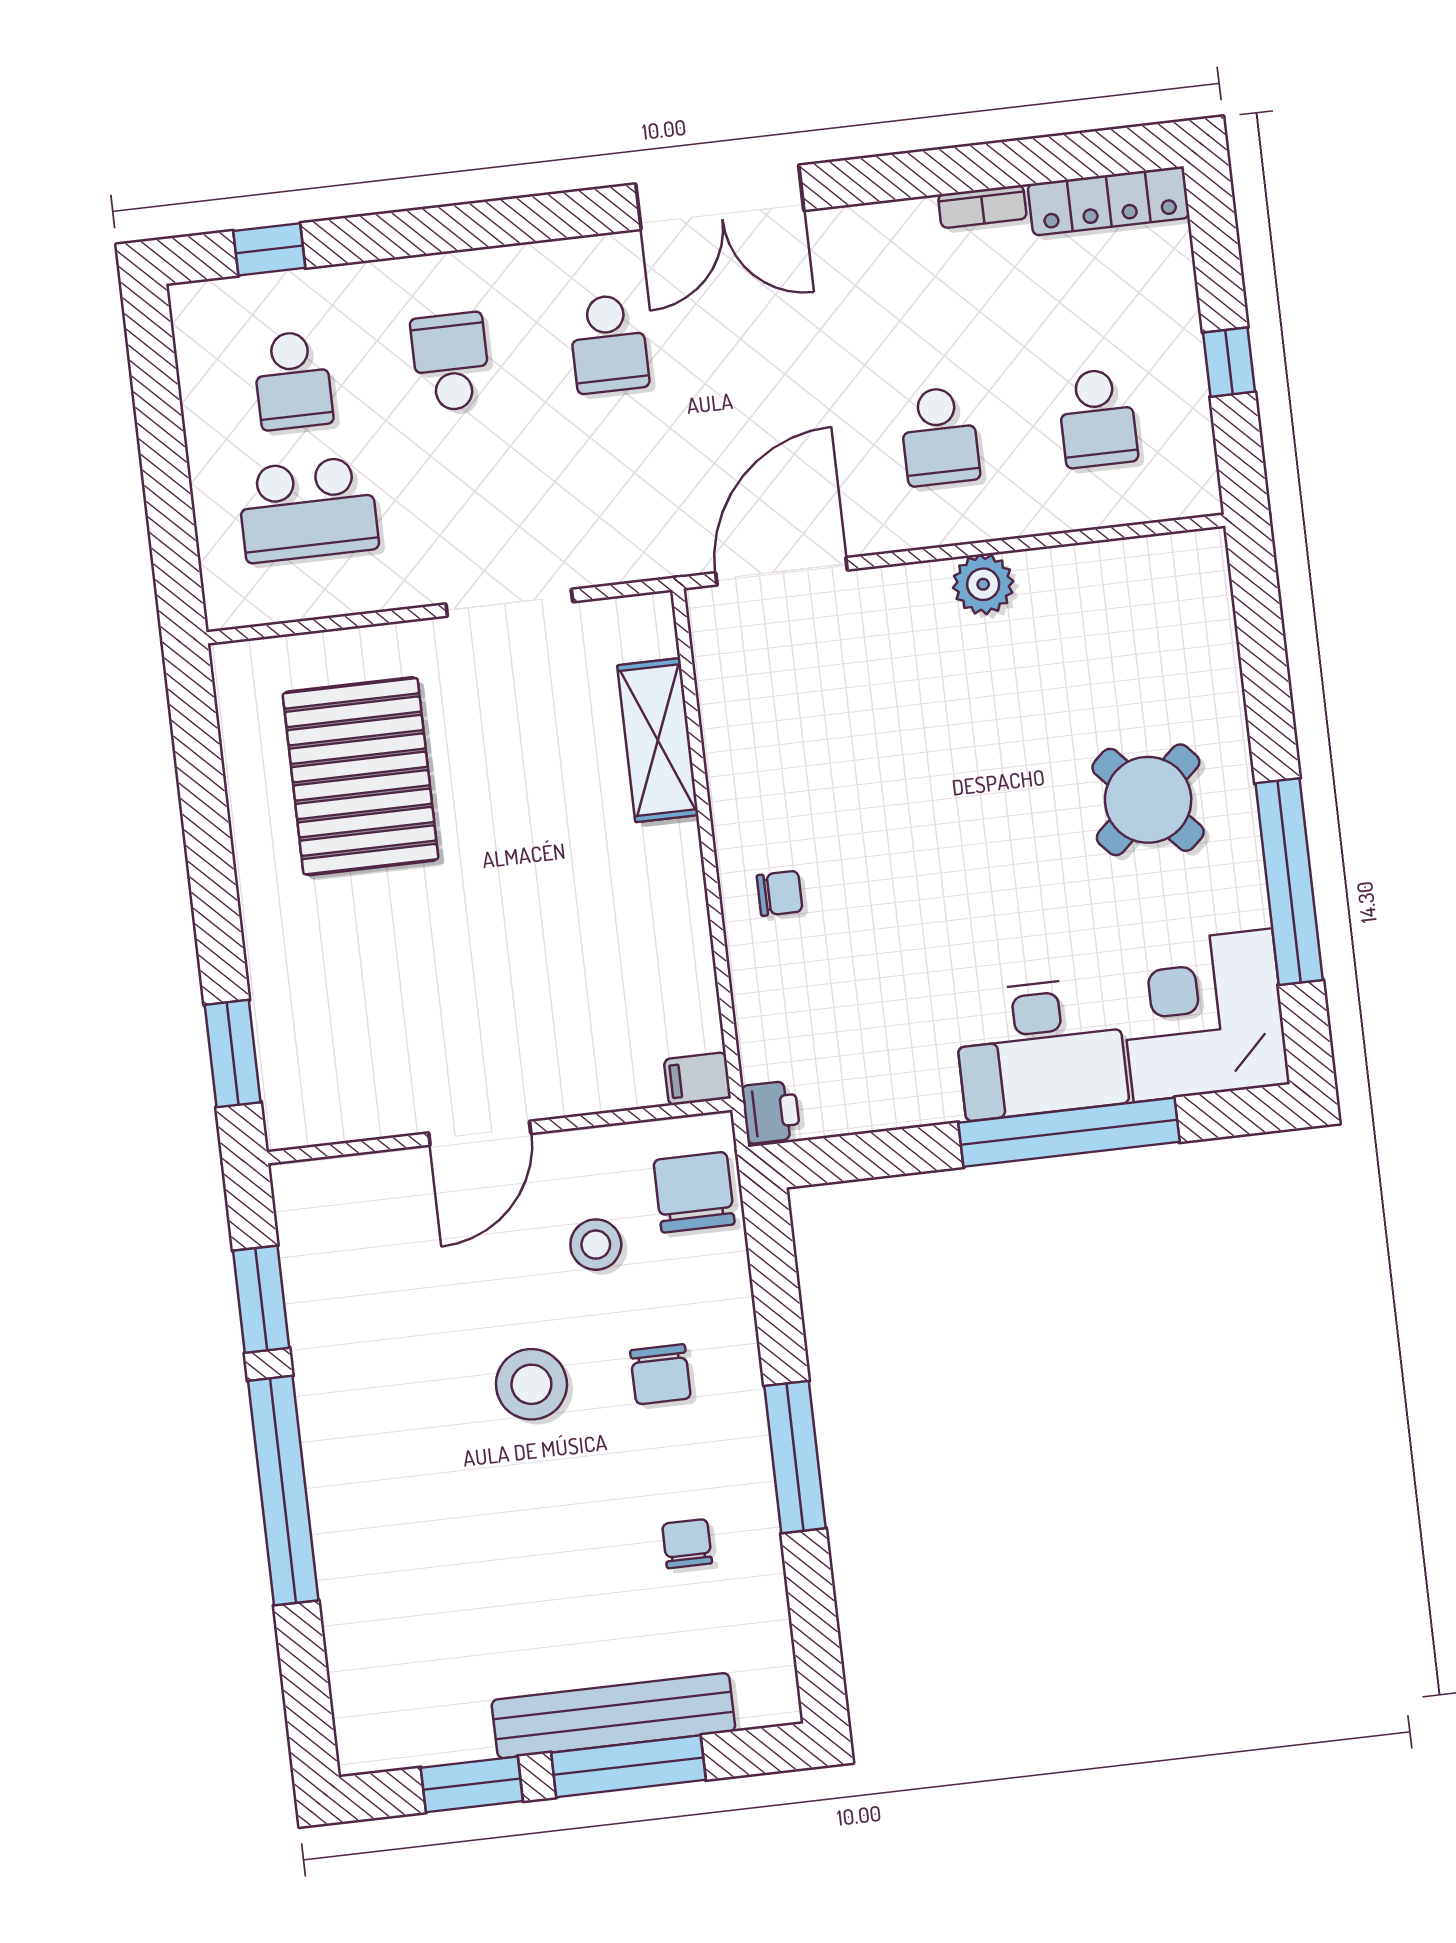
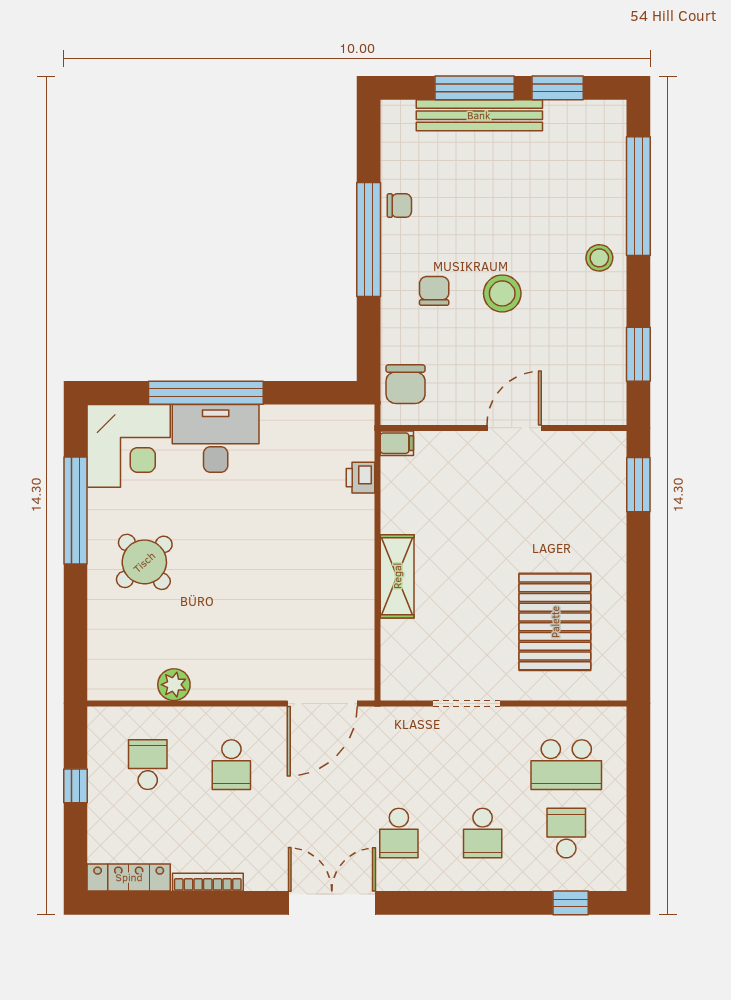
bookcase: (982, 207) -> (208, 882), width x1.56
school desk: (609, 344) -> (399, 833), turned 180
school desk: (939, 436) -> (231, 765), turned 180
school desk: (308, 509) -> (566, 765), turned 180
plant: (983, 584) -> (174, 685), moved
shelving: (658, 740) -> (397, 576), moved
chair: (780, 893) -> (343, 535), removed
printer: (771, 1112) -> (361, 478), moved
stool: (596, 1245) -> (599, 258), moved
window: (795, 1457) -> (369, 239), width x1.46
window: (283, 1491) -> (638, 196), moved
chair: (687, 1544) -> (399, 206), moved, turned -90

